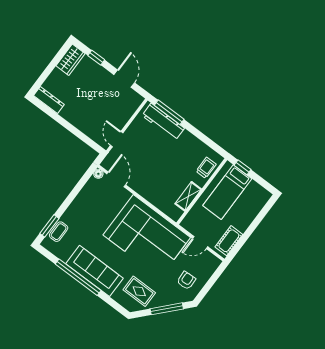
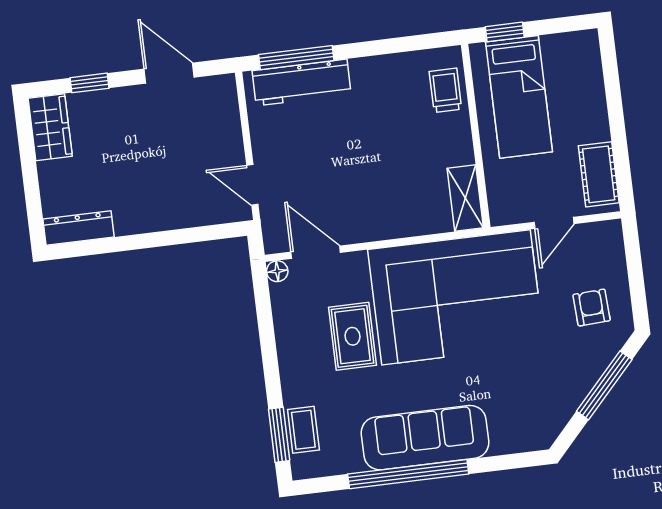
shelving: (188, 196) -> (465, 198), moved
rug: (139, 291) -> (352, 336), moved, turned 90

